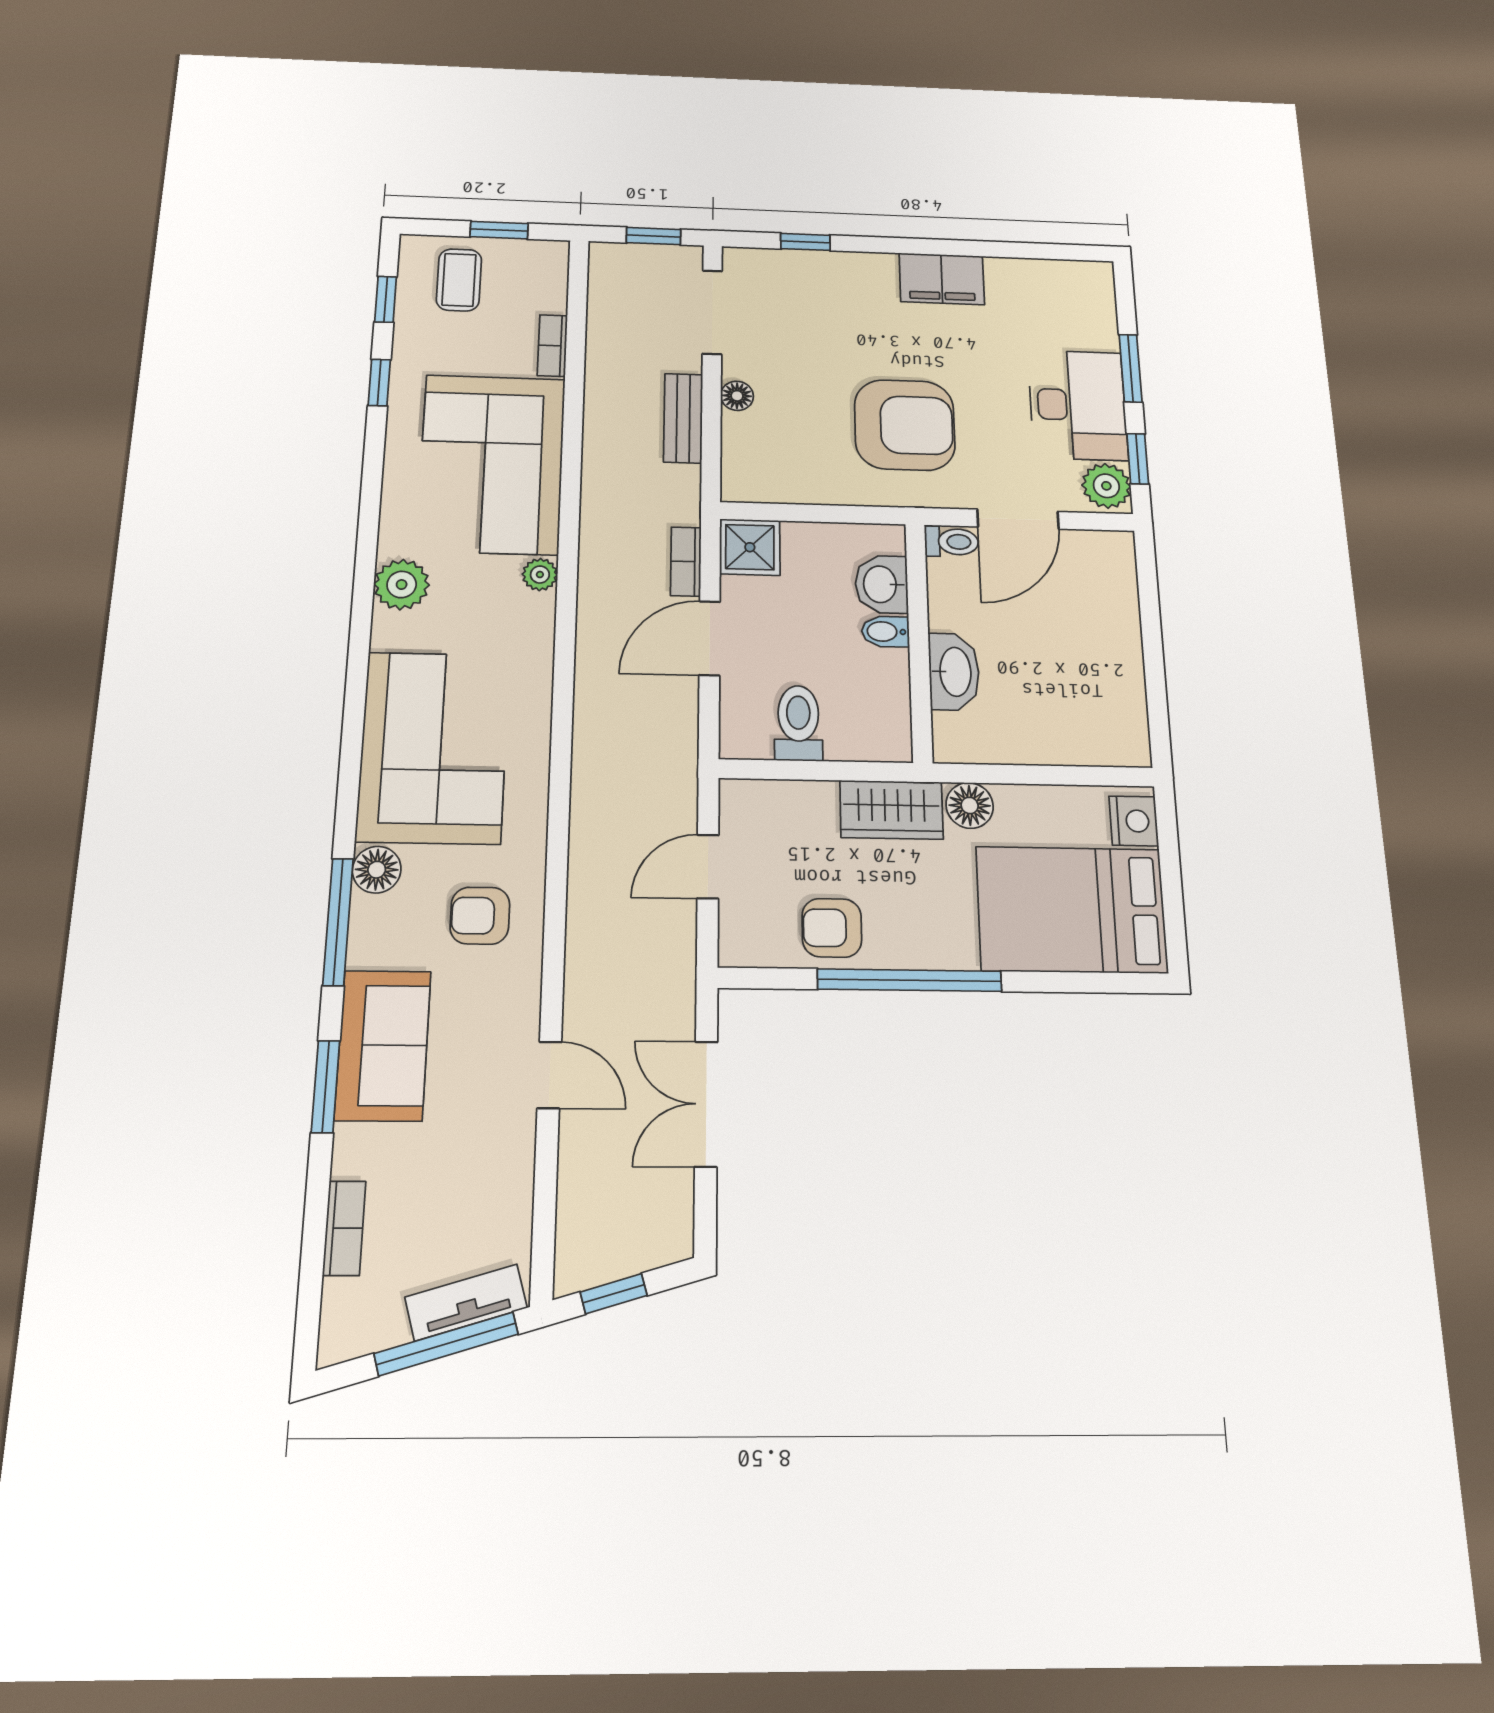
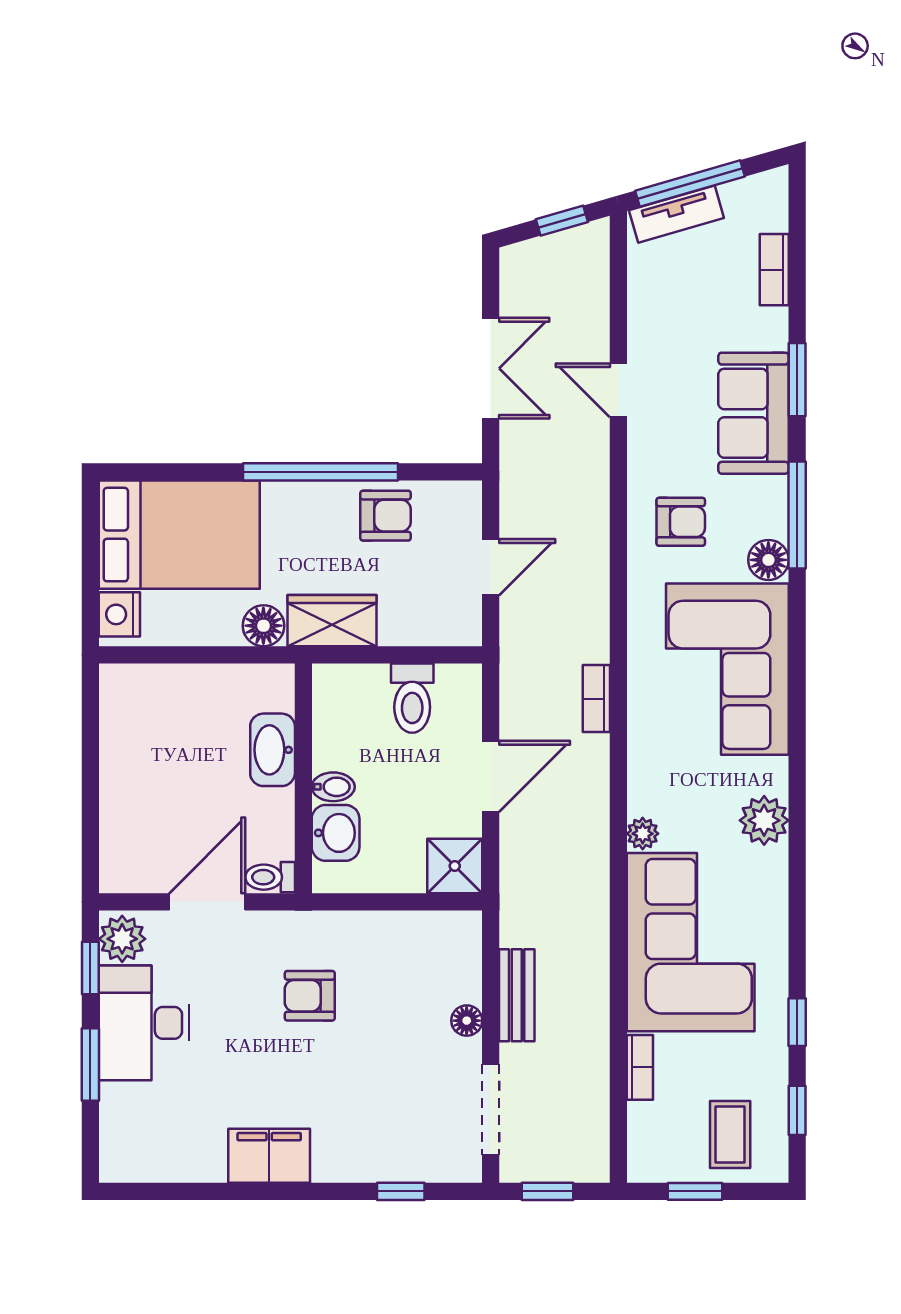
armchair: (905, 425) -> (310, 996), width x0.53, depth x0.53
bookcase: (686, 562) -> (596, 699), moved, turned 180

